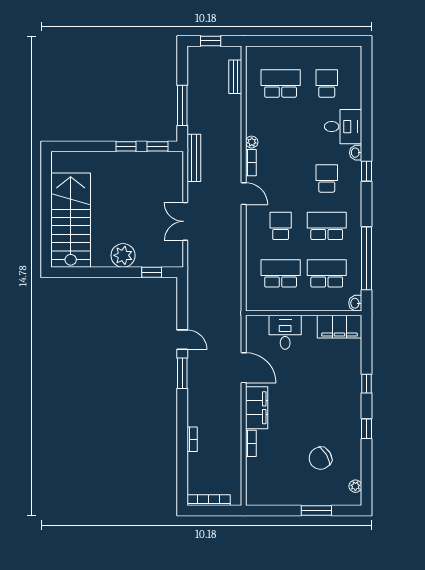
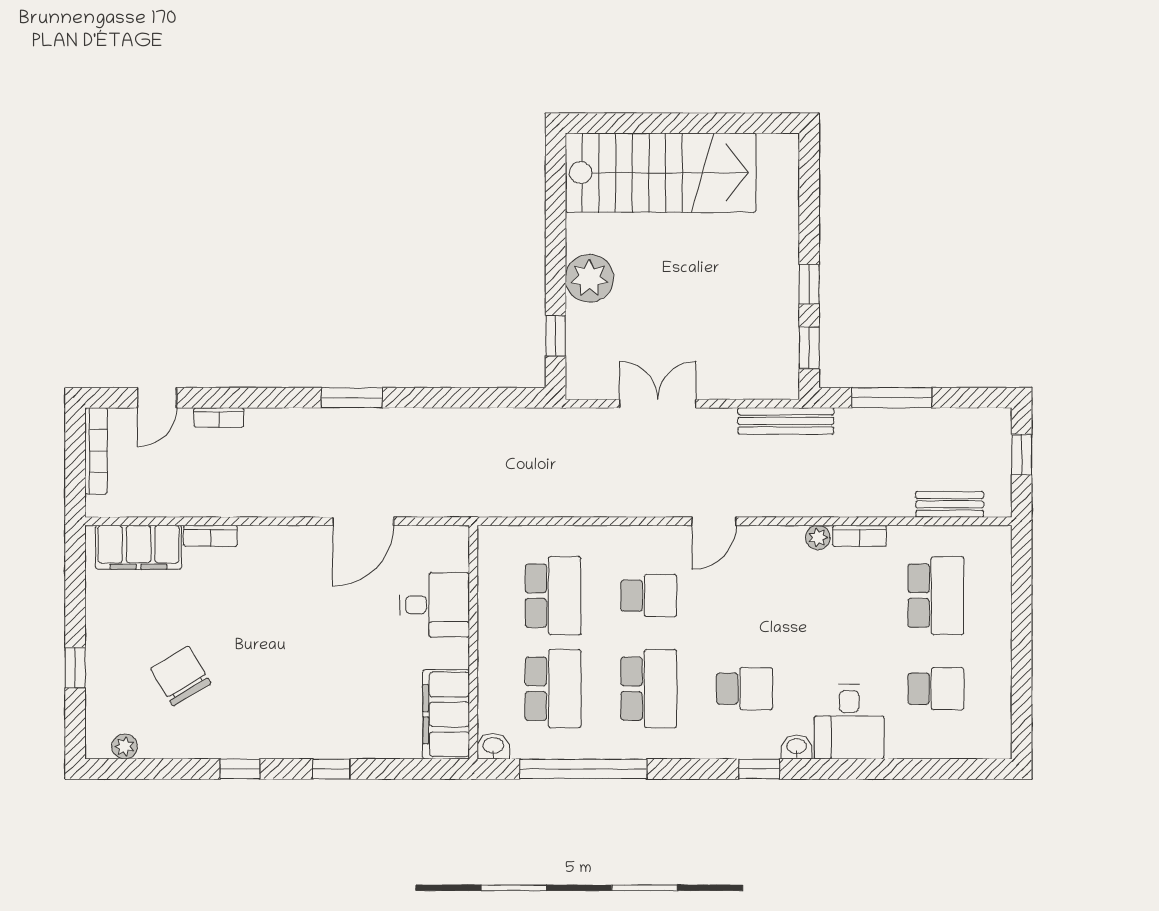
bookcase: (251, 163) -> (859, 536), moved
door: (182, 340) -> (157, 398), moved
filing cabinet: (257, 408) -> (139, 547), moved
window: (316, 511) -> (75, 668), width x0.67

